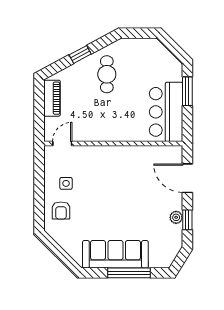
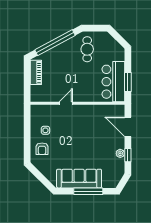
window: (80, 54) -> (55, 43), width x3.17
cafe table: (107, 74) -> (87, 49), moved
window: (187, 91) -> (128, 82), moved
door: (62, 144) -> (66, 103), moved

